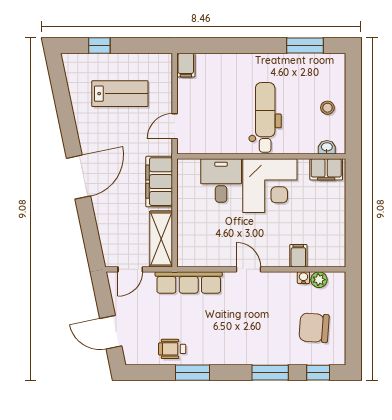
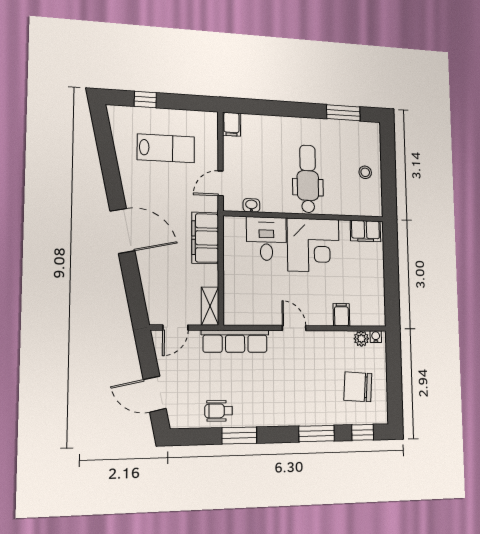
washbasin: (327, 147) -> (251, 205), moved
door: (79, 177) -> (122, 231), hinge flipped
shelving: (161, 239) -> (210, 306), width x0.67, depth x0.75
water cooler: (303, 278) -> (376, 337), moved

